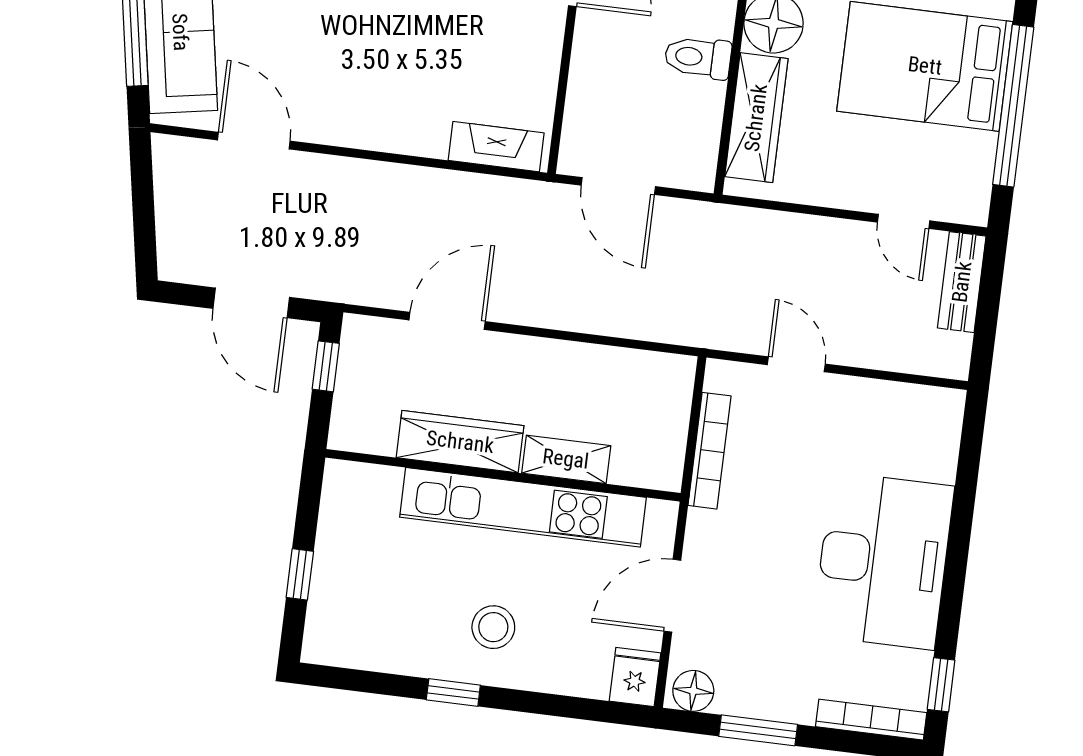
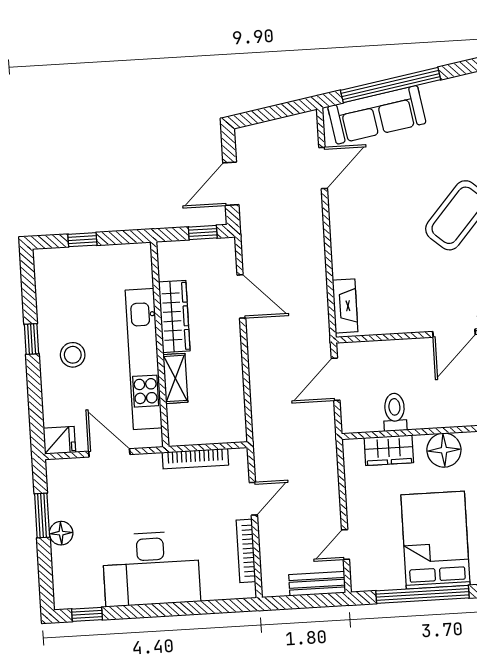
toilet: (698, 57) -> (395, 412), moved
wardrobe: (756, 118) -> (389, 450), width x0.67
floor lamp: (693, 691) -> (61, 533), moved
bookcase: (871, 720) -> (246, 551), moved, turned 180

